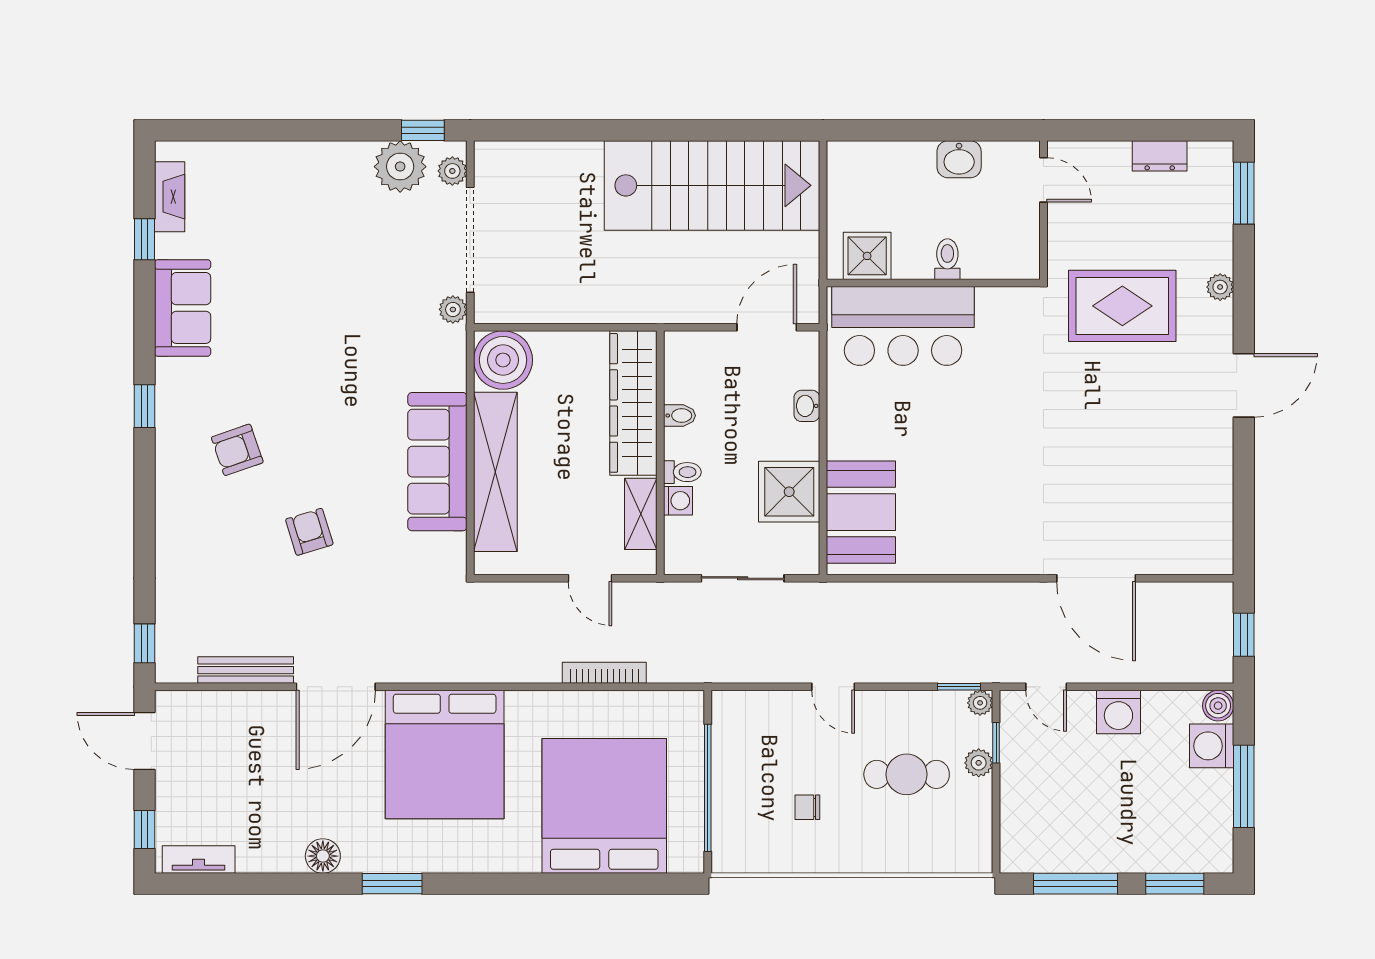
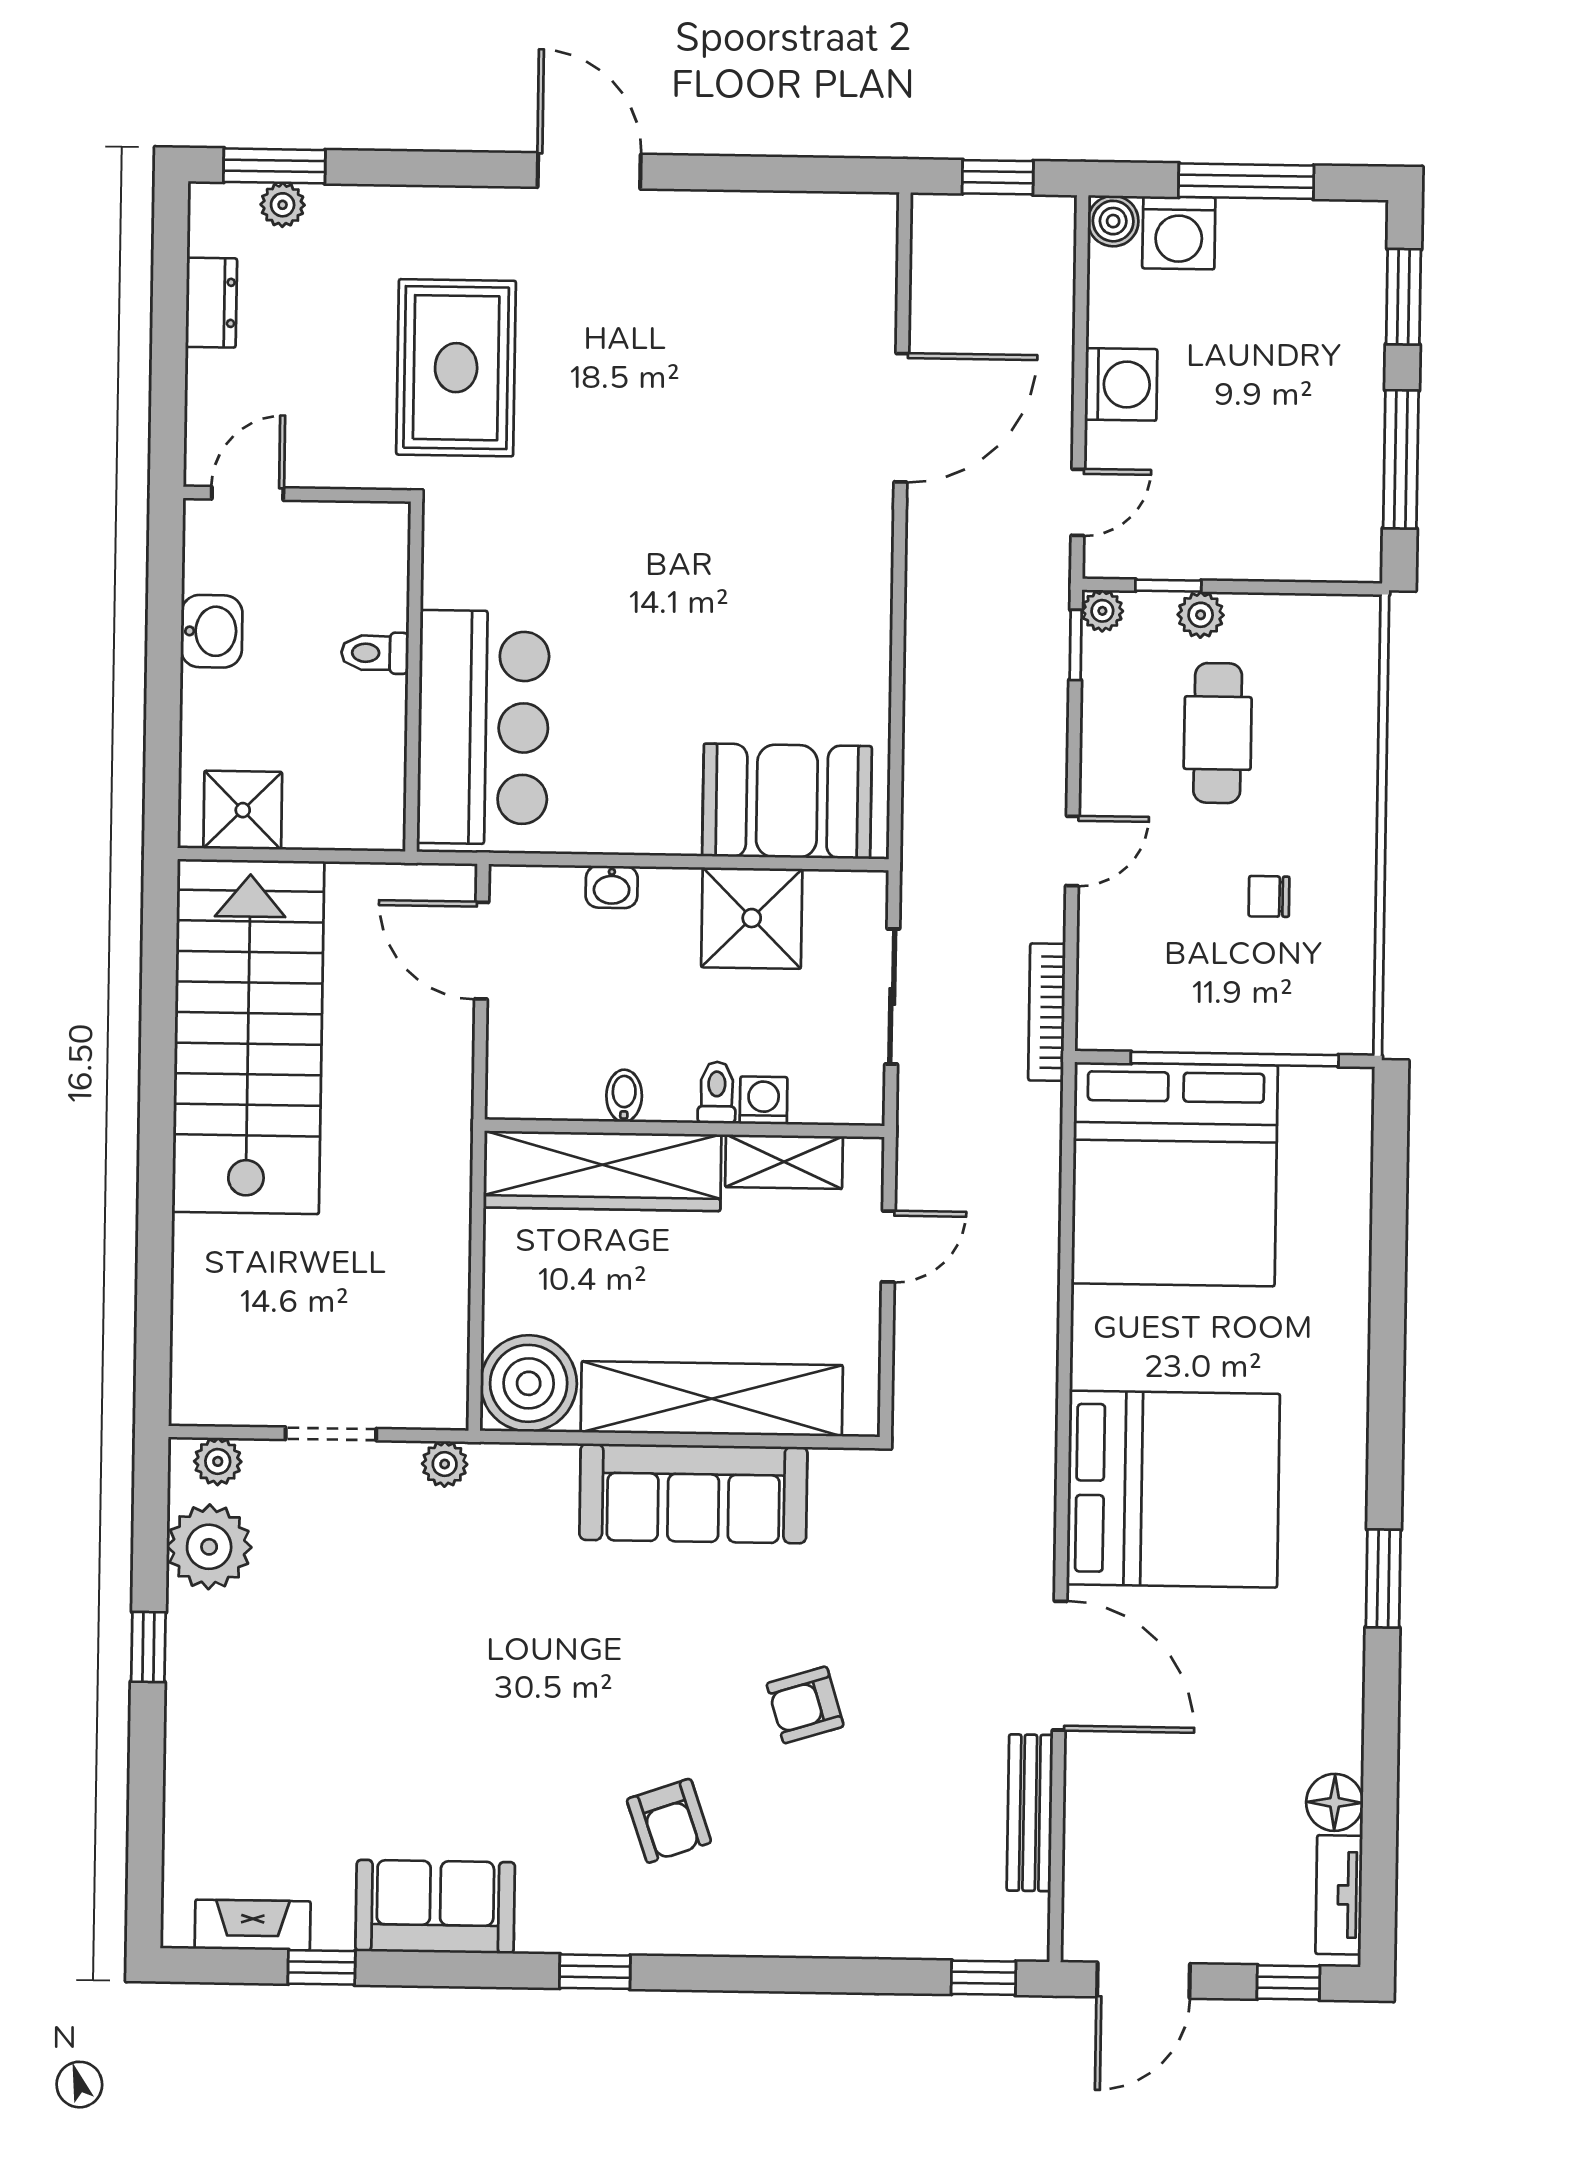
window: (423, 130) -> (148, 1647), moved
doorway: (470, 240) -> (331, 1434), width x0.53
shower: (867, 256) -> (243, 810), moved
plant: (1220, 287) -> (283, 205), moved
bookcase: (604, 673) -> (1047, 1012), moved
bed: (604, 806) -> (1175, 1174), moved, turned -90
chair: (807, 807) -> (1269, 896), turned 90
floor lamp: (323, 856) -> (1335, 1802), moved

